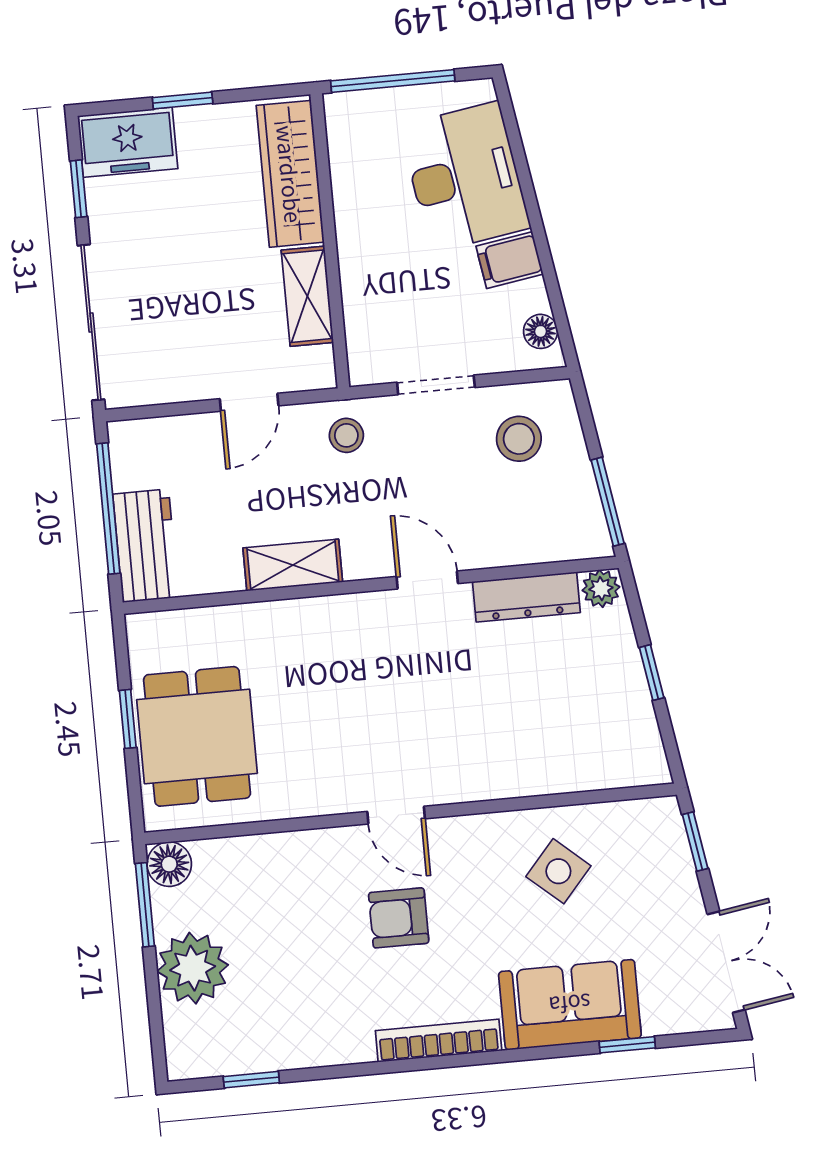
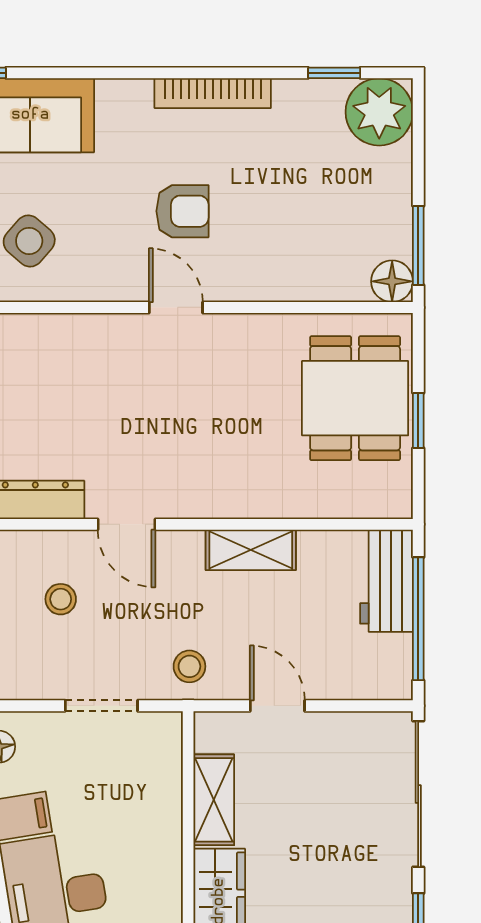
door: (249, 402) -> (277, 706), hinge flipped
stool: (519, 439) -> (61, 599), moved, width x0.73, depth x0.73
plant: (193, 968) -> (379, 112), moved
bookcase: (439, 1041) -> (213, 93), moved

